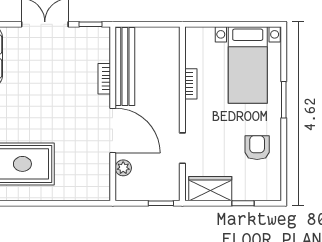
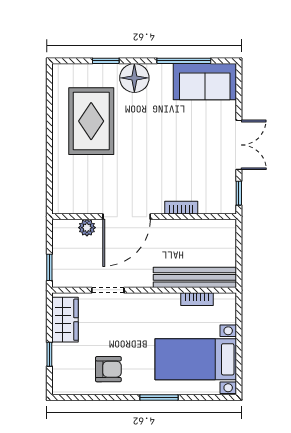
bench: (125, 67) -> (195, 277), moved
bookcase: (191, 84) -> (197, 299), moved

